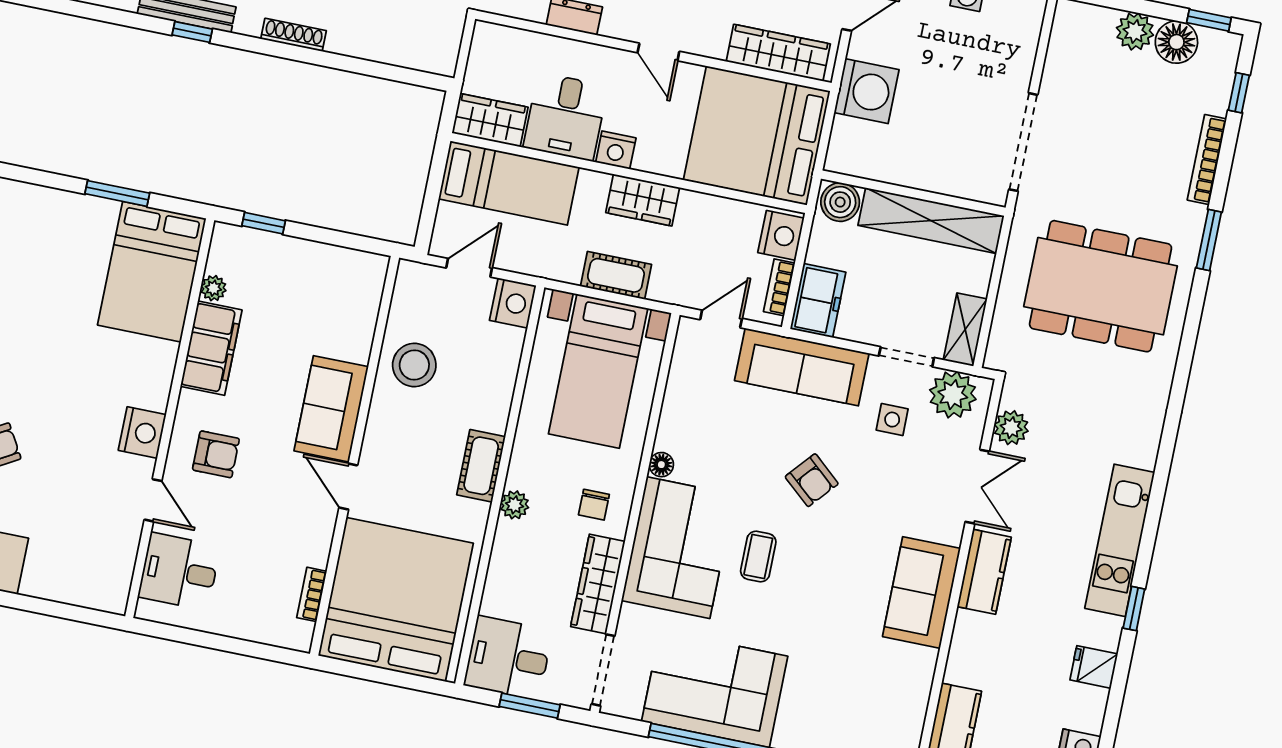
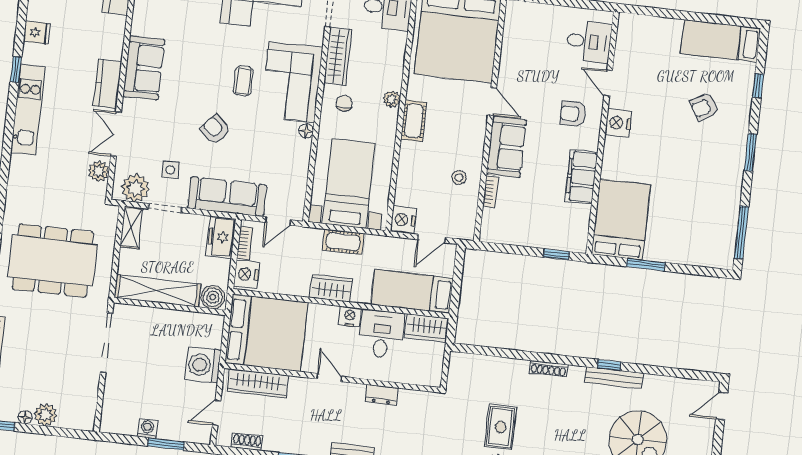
floor lamp: (1176, 42) -> (25, 417), width x0.53, depth x0.53
plant: (213, 288) -> (583, 213), removed
stool: (414, 365) -> (459, 178), width x0.53, depth x0.53
bookcase: (312, 594) -> (490, 192), moved

